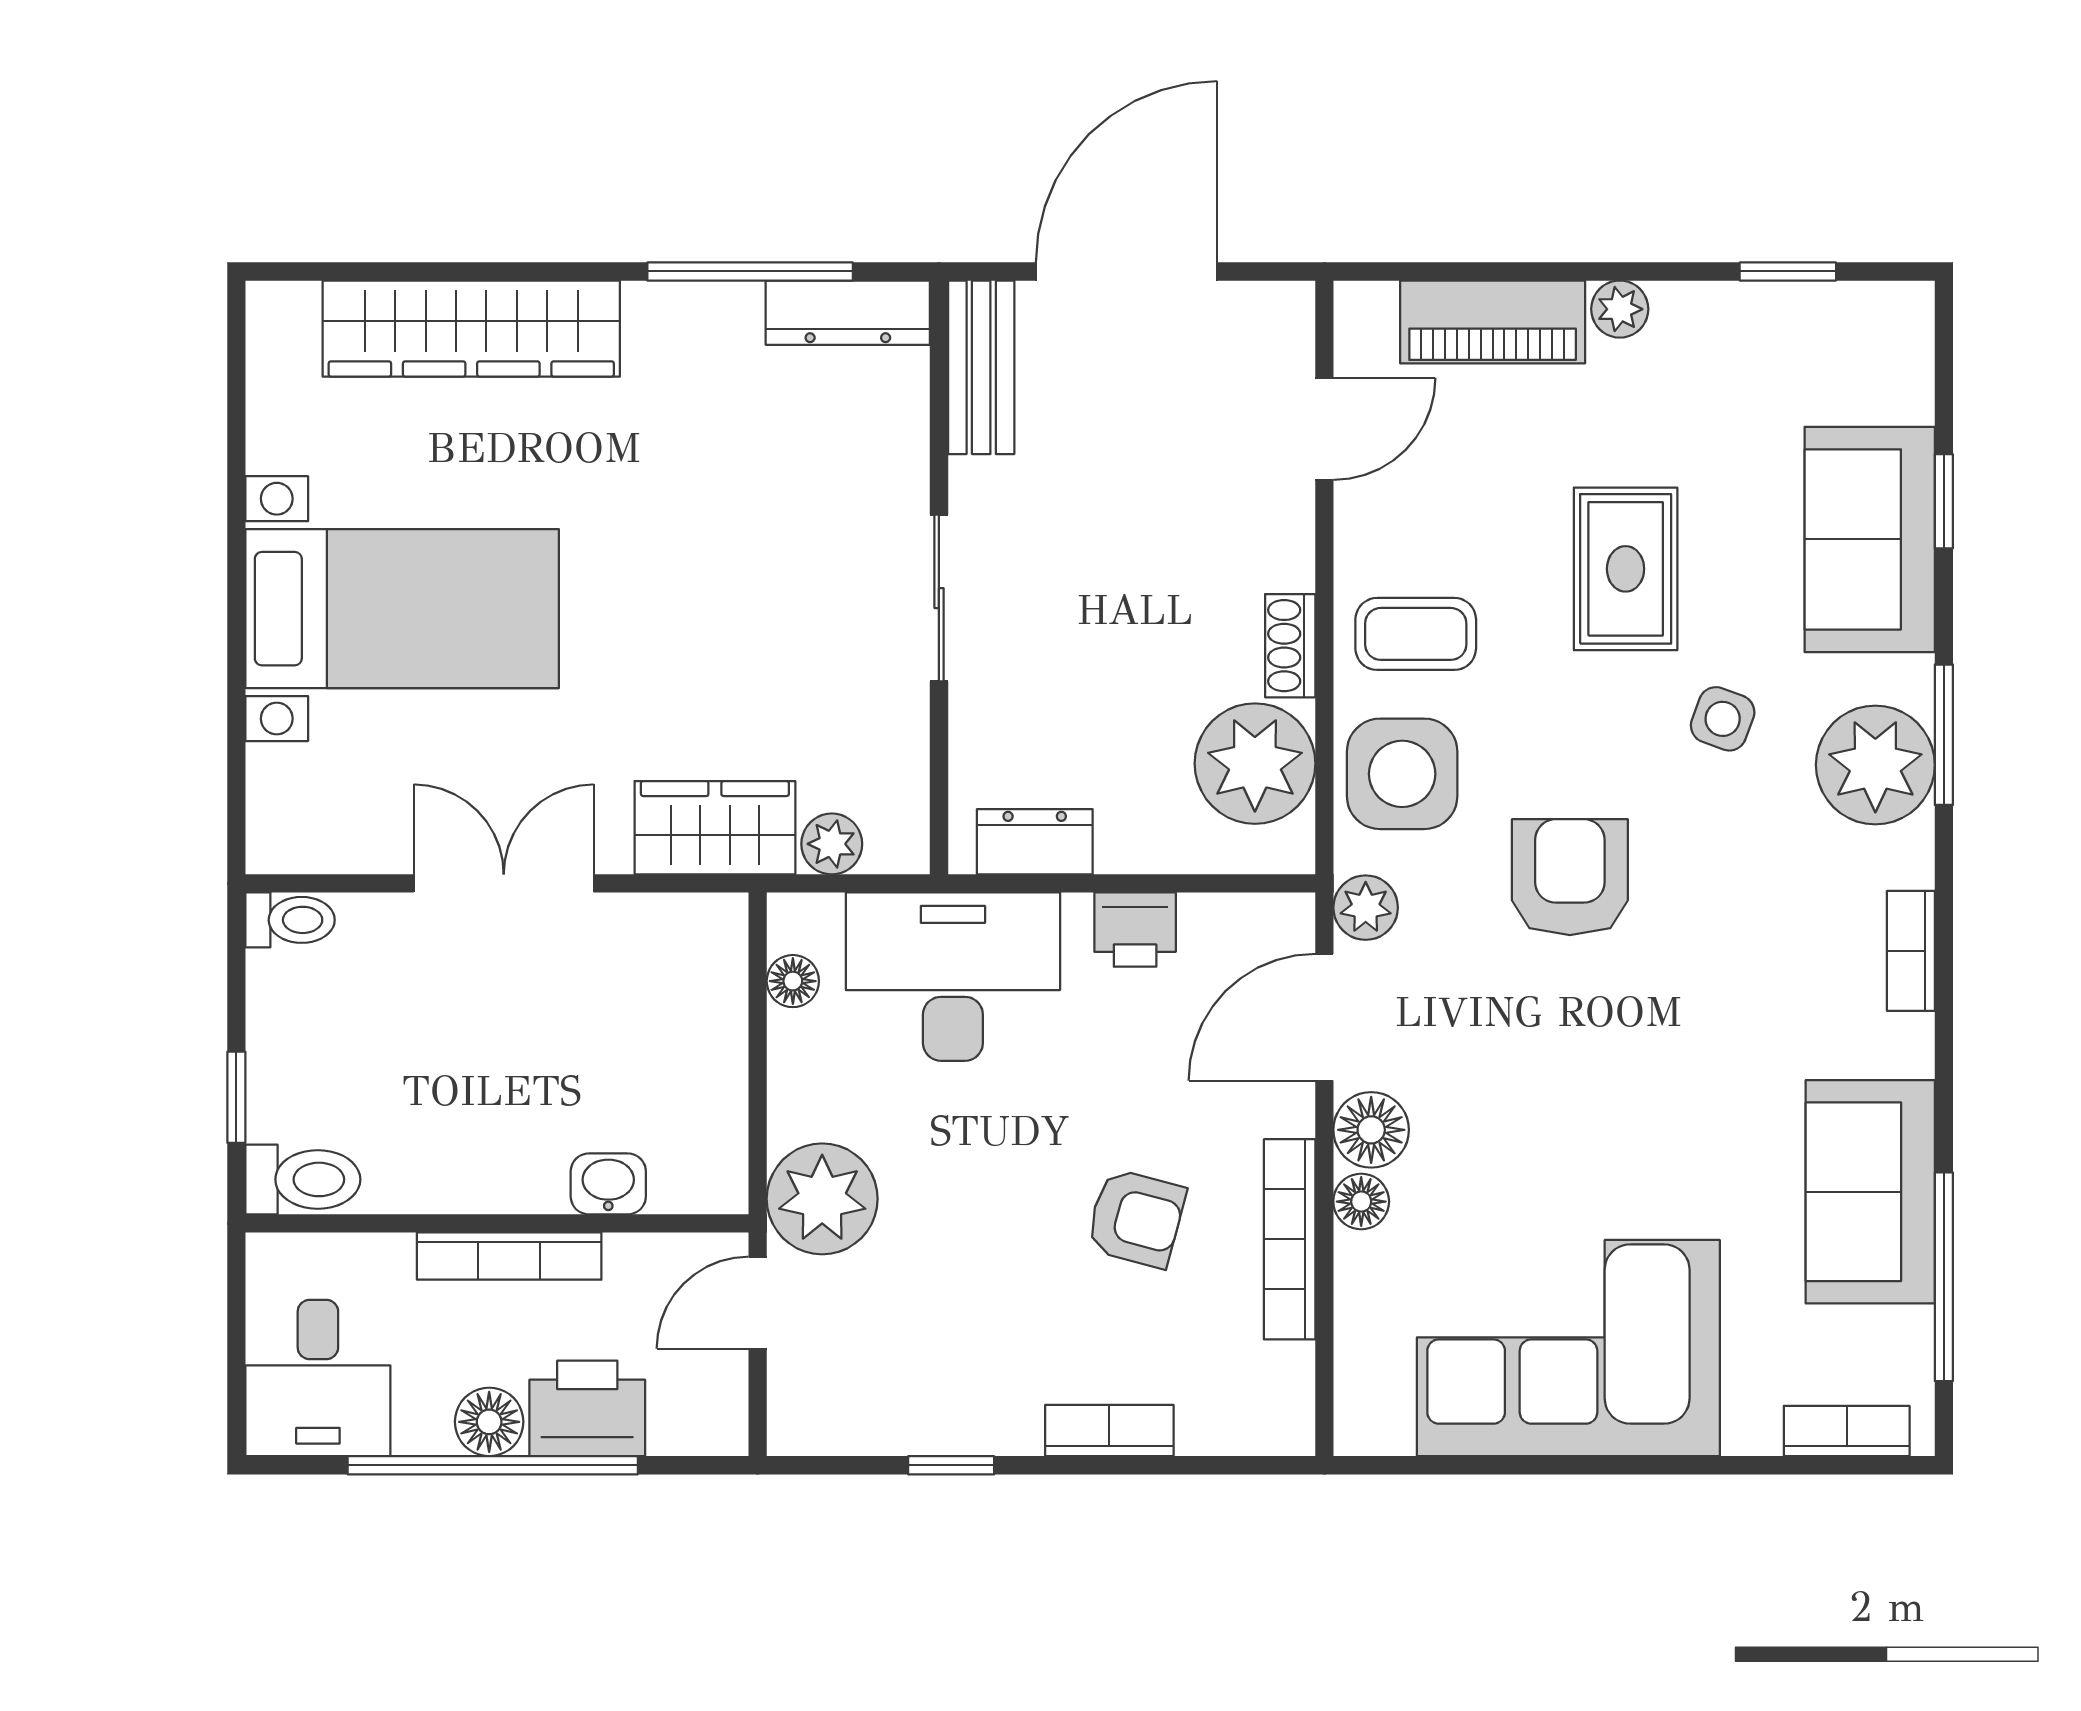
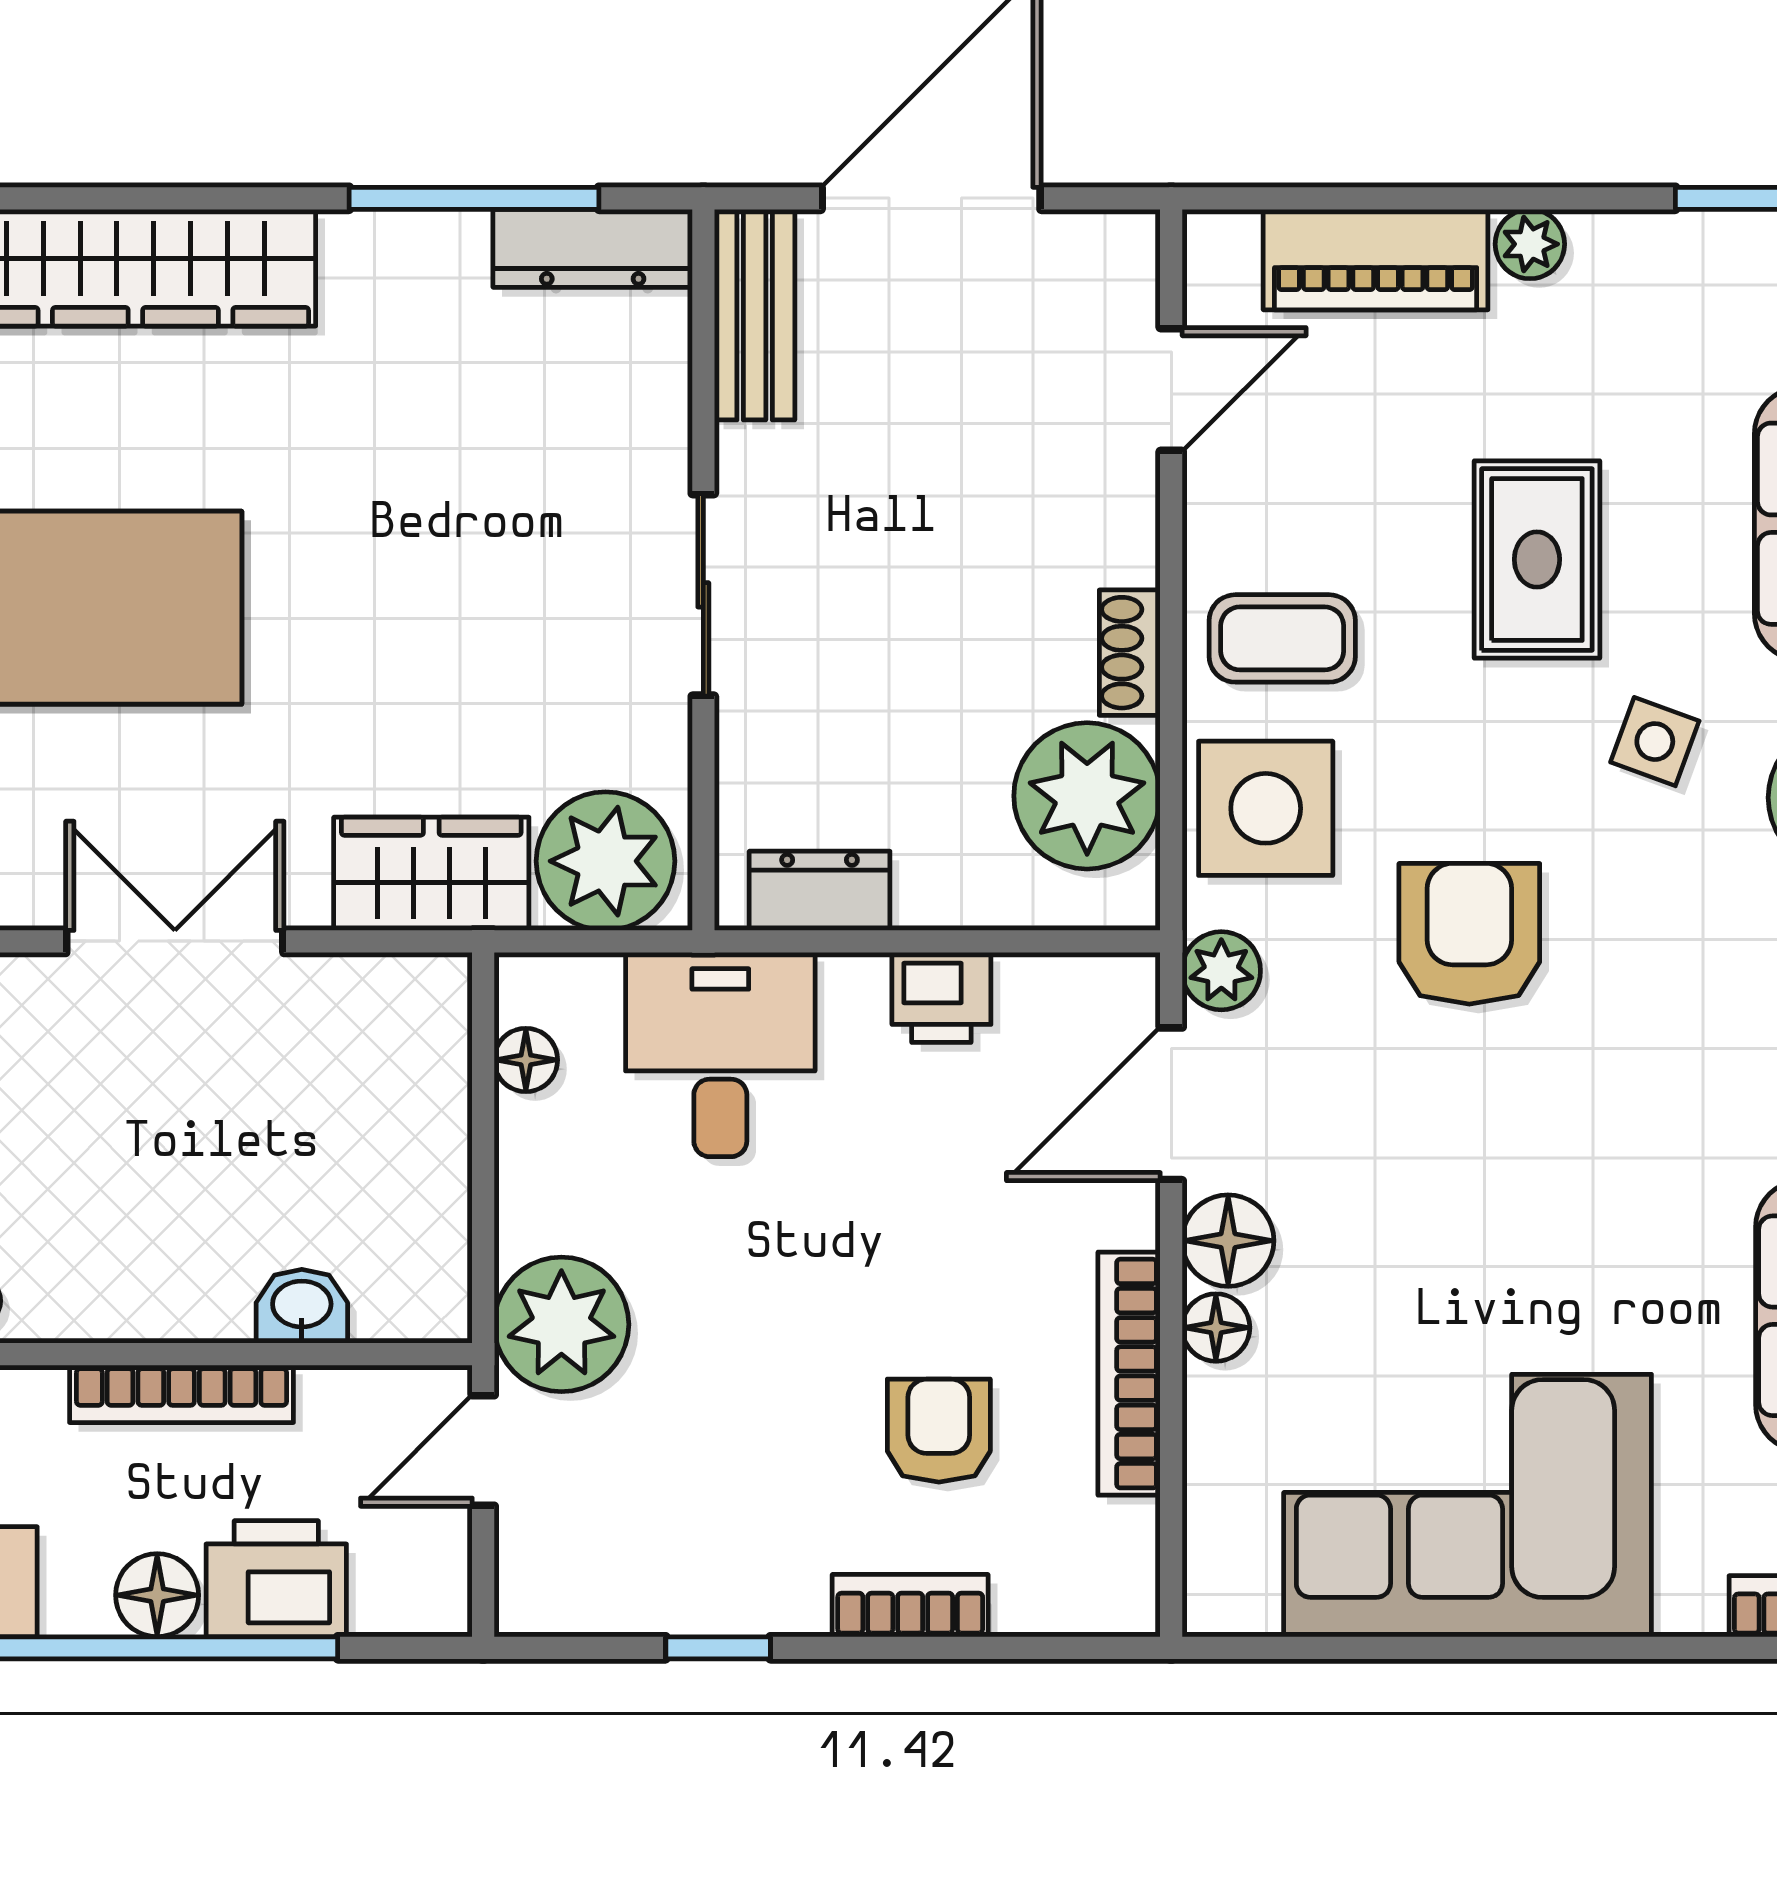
plant: (832, 844) -> (606, 861), width x1.88, depth x1.88
desk: (953, 977) -> (720, 1055), width x0.73
armchair: (1136, 1218) -> (939, 1431), moved, turned -105

